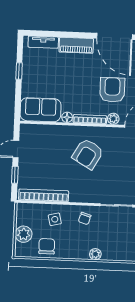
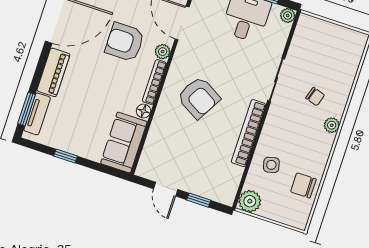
window: (45, 34) -> (27, 109), added
bookcase: (44, 195) -> (249, 133), moved
chair: (85, 218) -> (315, 96), moved
plant: (24, 234) -> (250, 201), moved

